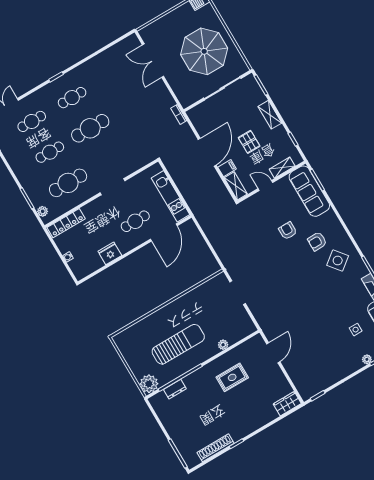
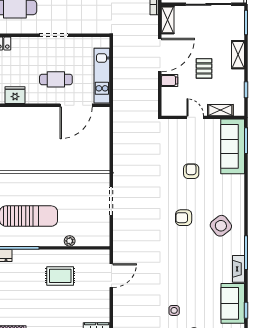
shelving: (236, 186) -> (168, 20), moved
armchair: (317, 241) -> (184, 218), moved
side table: (356, 330) -> (174, 310), moved

